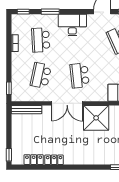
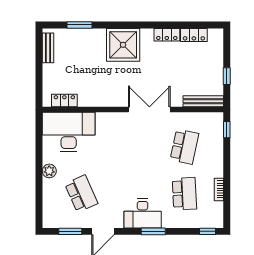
window: (50, 12) -> (153, 231), moved
school desk: (80, 75) -> (133, 147), removed
shower: (96, 118) -> (123, 45), moved
window: (9, 155) -> (227, 76), moved

